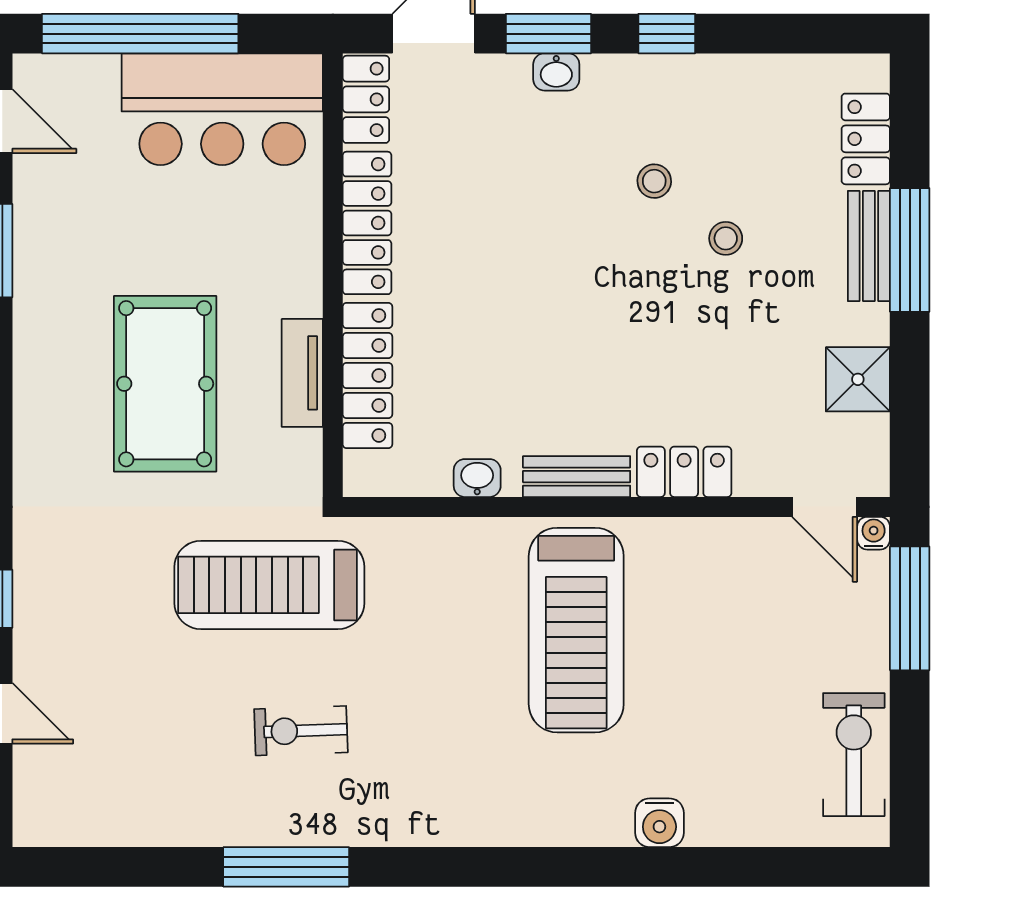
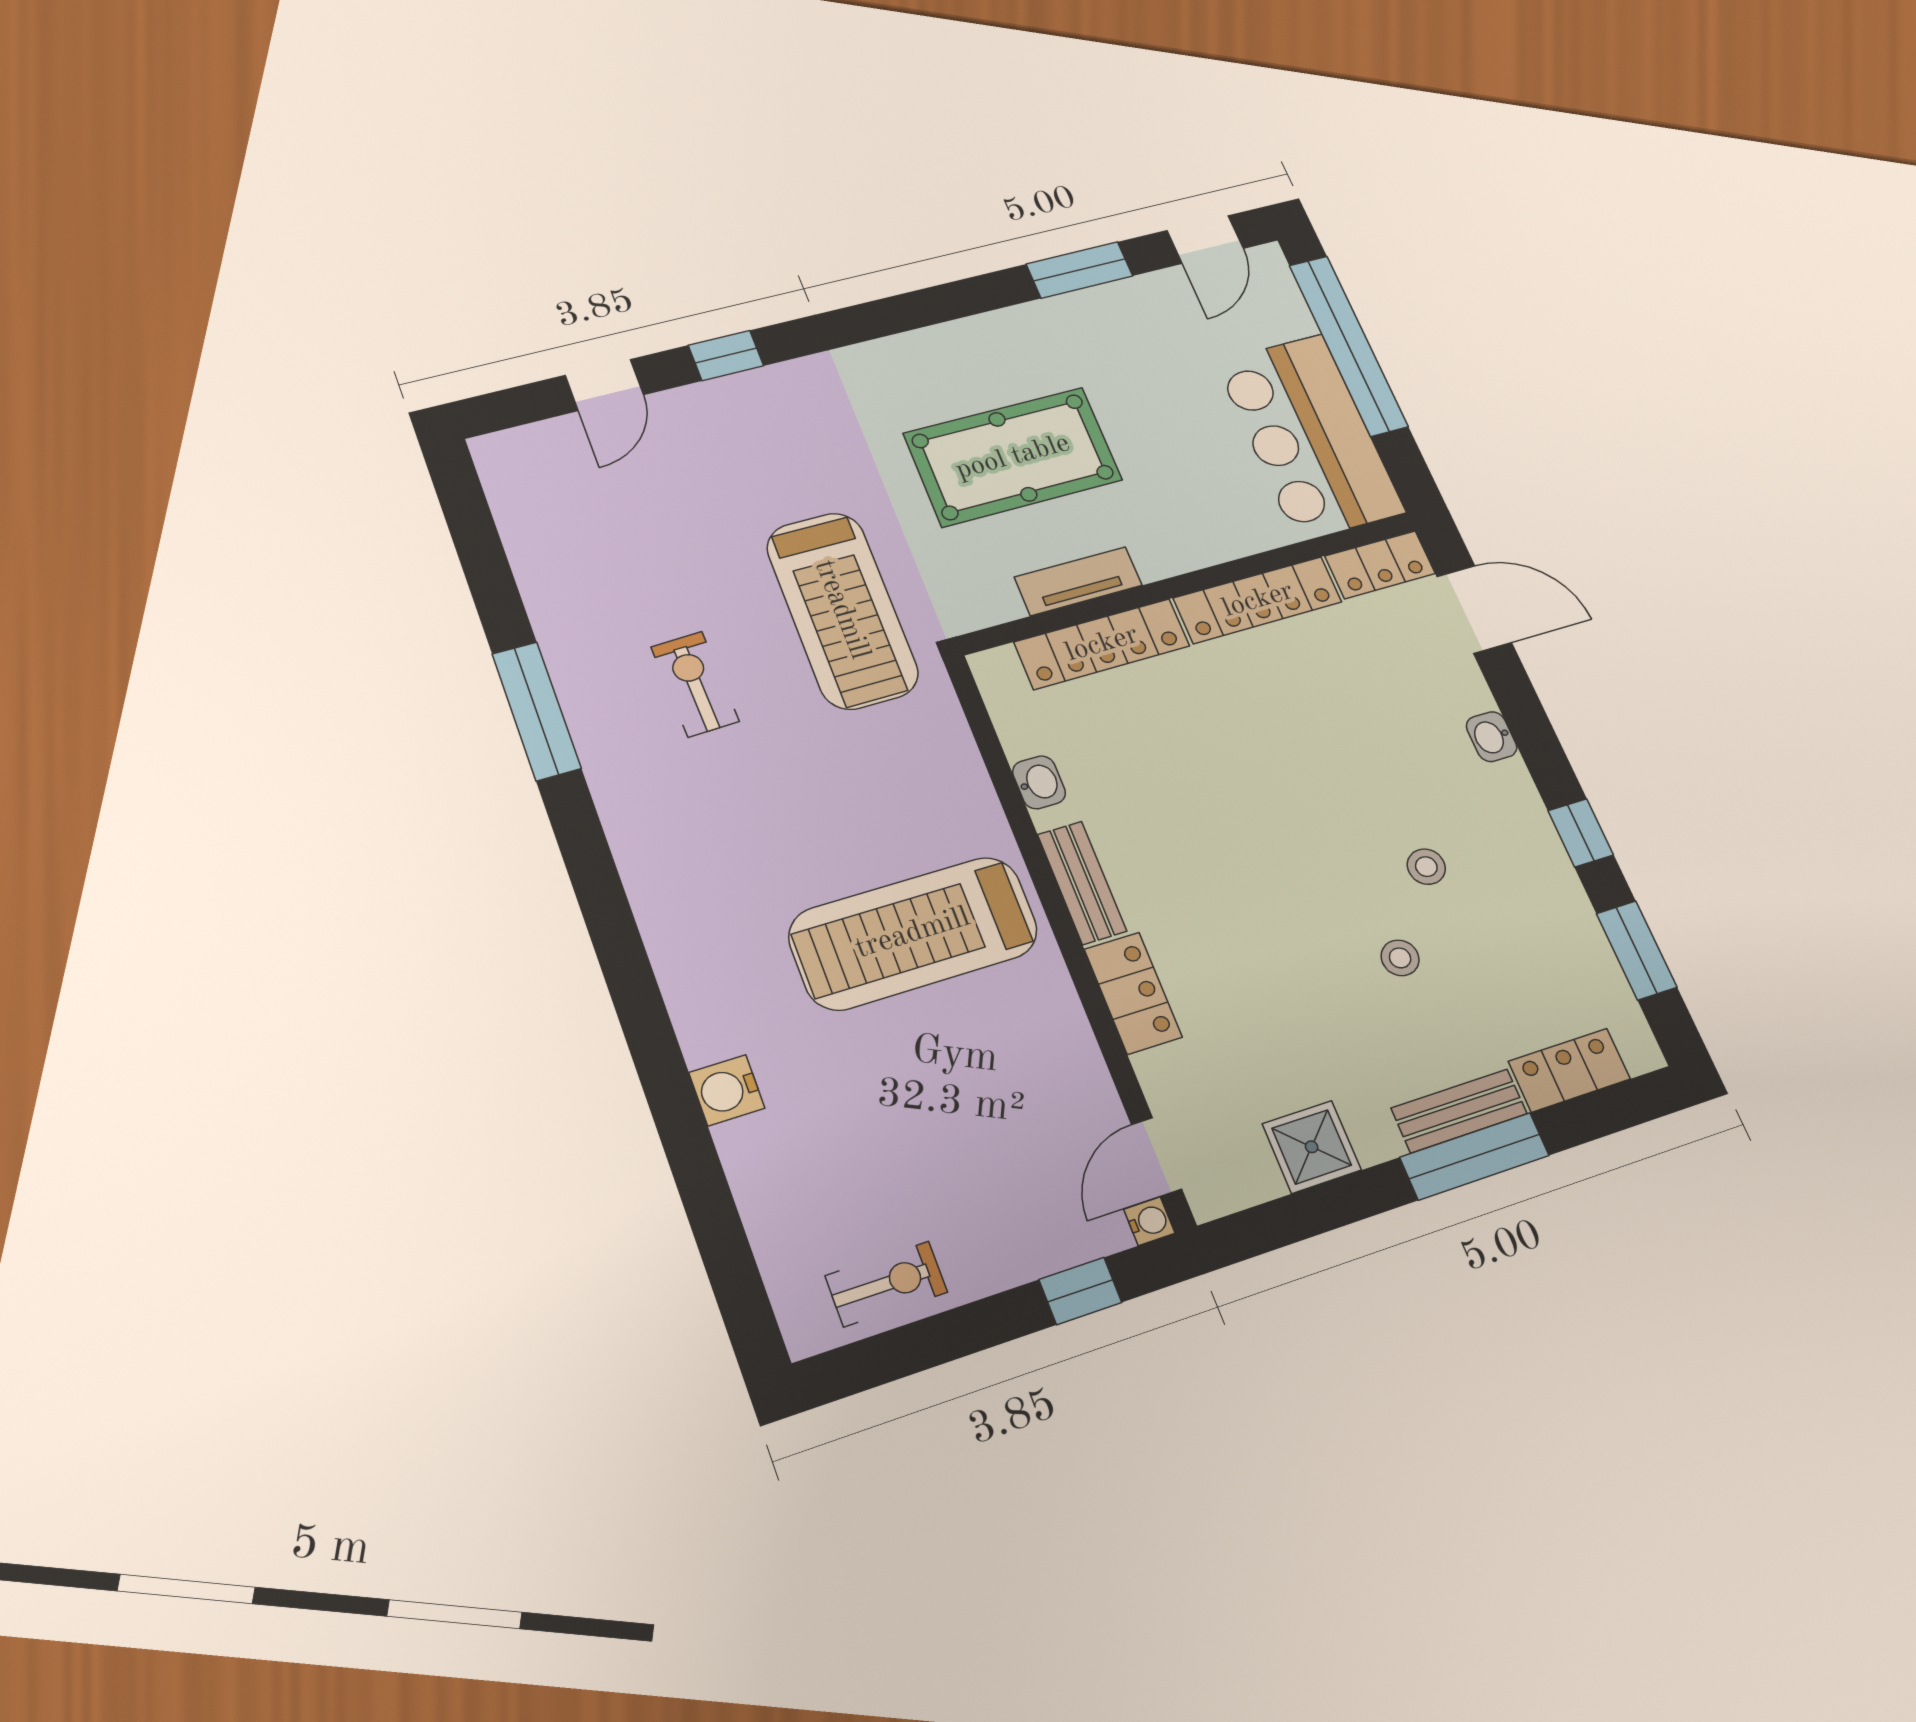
window: (548, 34) -> (1637, 950), moved
treadmill: (269, 585) -> (842, 610), turned 180
window: (910, 608) -> (1080, 1291), width x0.46
exercise bike: (854, 755) -> (886, 1284), width x0.73, depth x0.72

